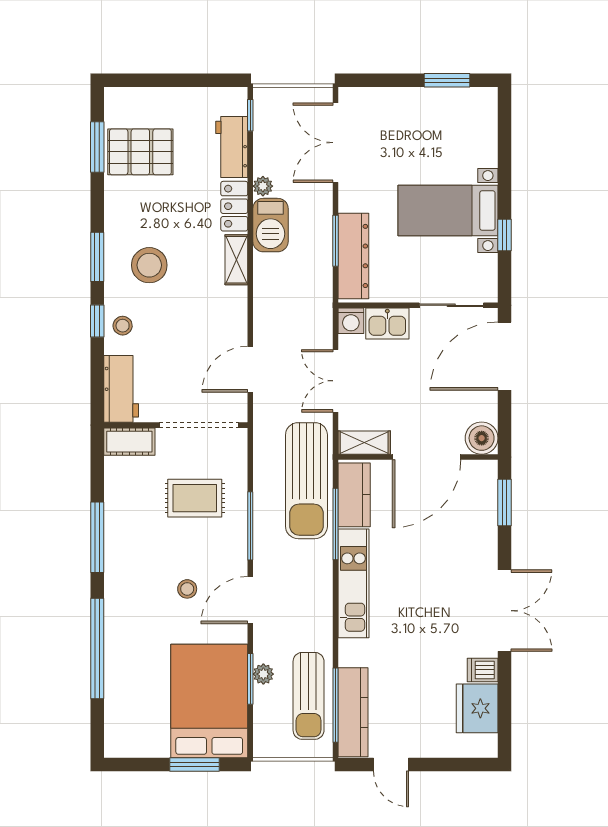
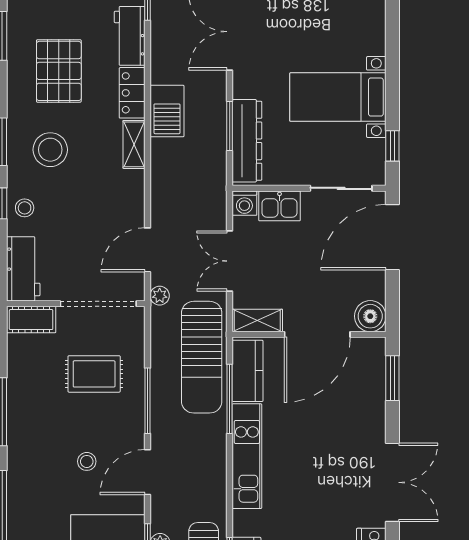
pallet: (140, 152) -> (59, 71), moved, turned 90
plant: (263, 186) -> (160, 296), moved
window: (505, 235) -> (392, 146), moved

